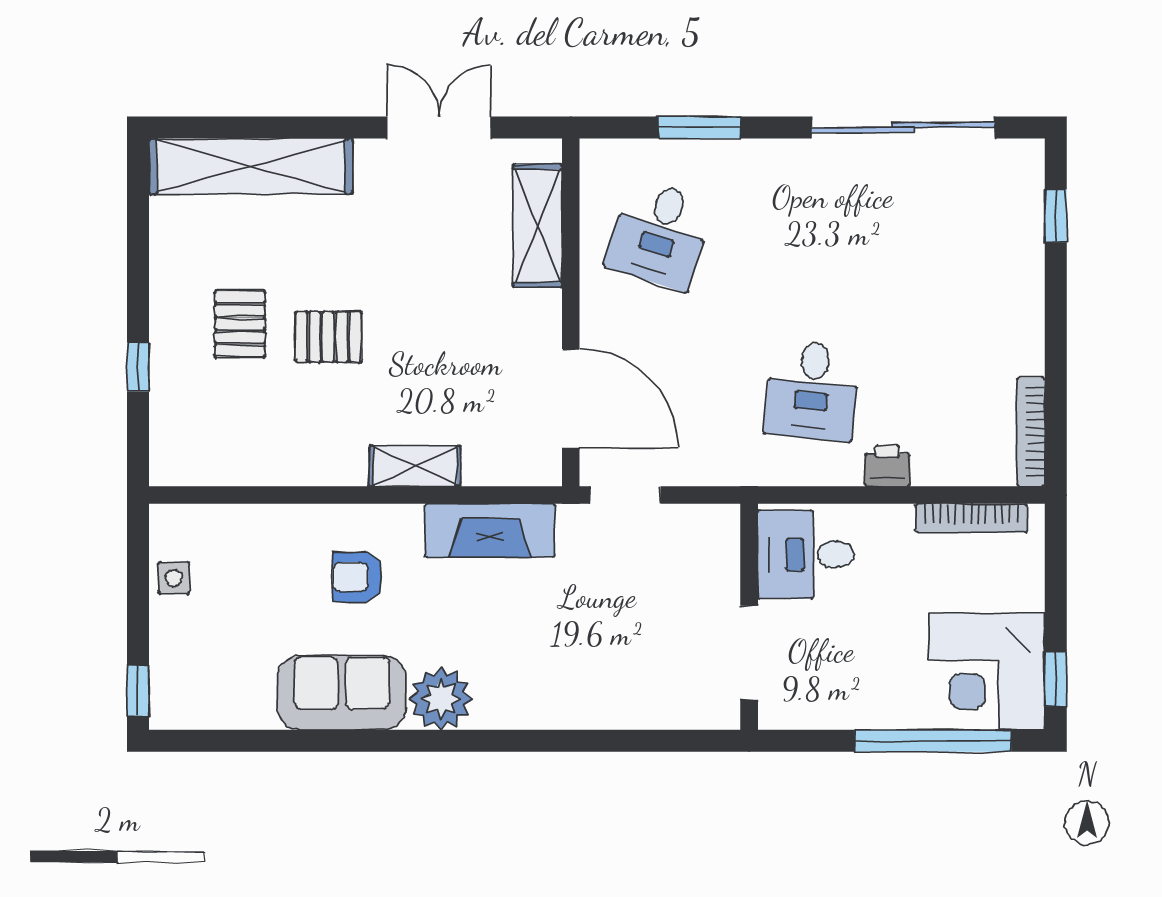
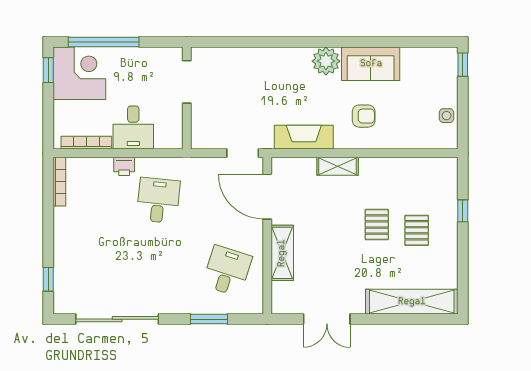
shelving: (537, 226) -> (282, 253), moved
pallet: (328, 337) -> (377, 224), turned 90
desk: (806, 555) -> (133, 128), moved, turned 90

